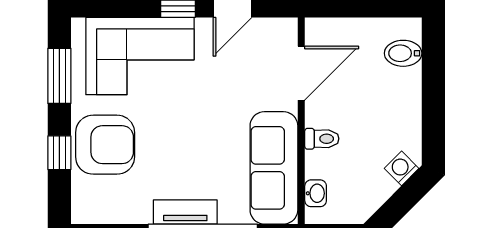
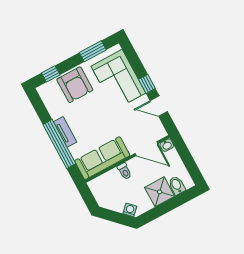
shower: (398, 93) -> (160, 192), added
window: (59, 153) -> (51, 74), moved
washbasin: (316, 193) -> (167, 145), moved

